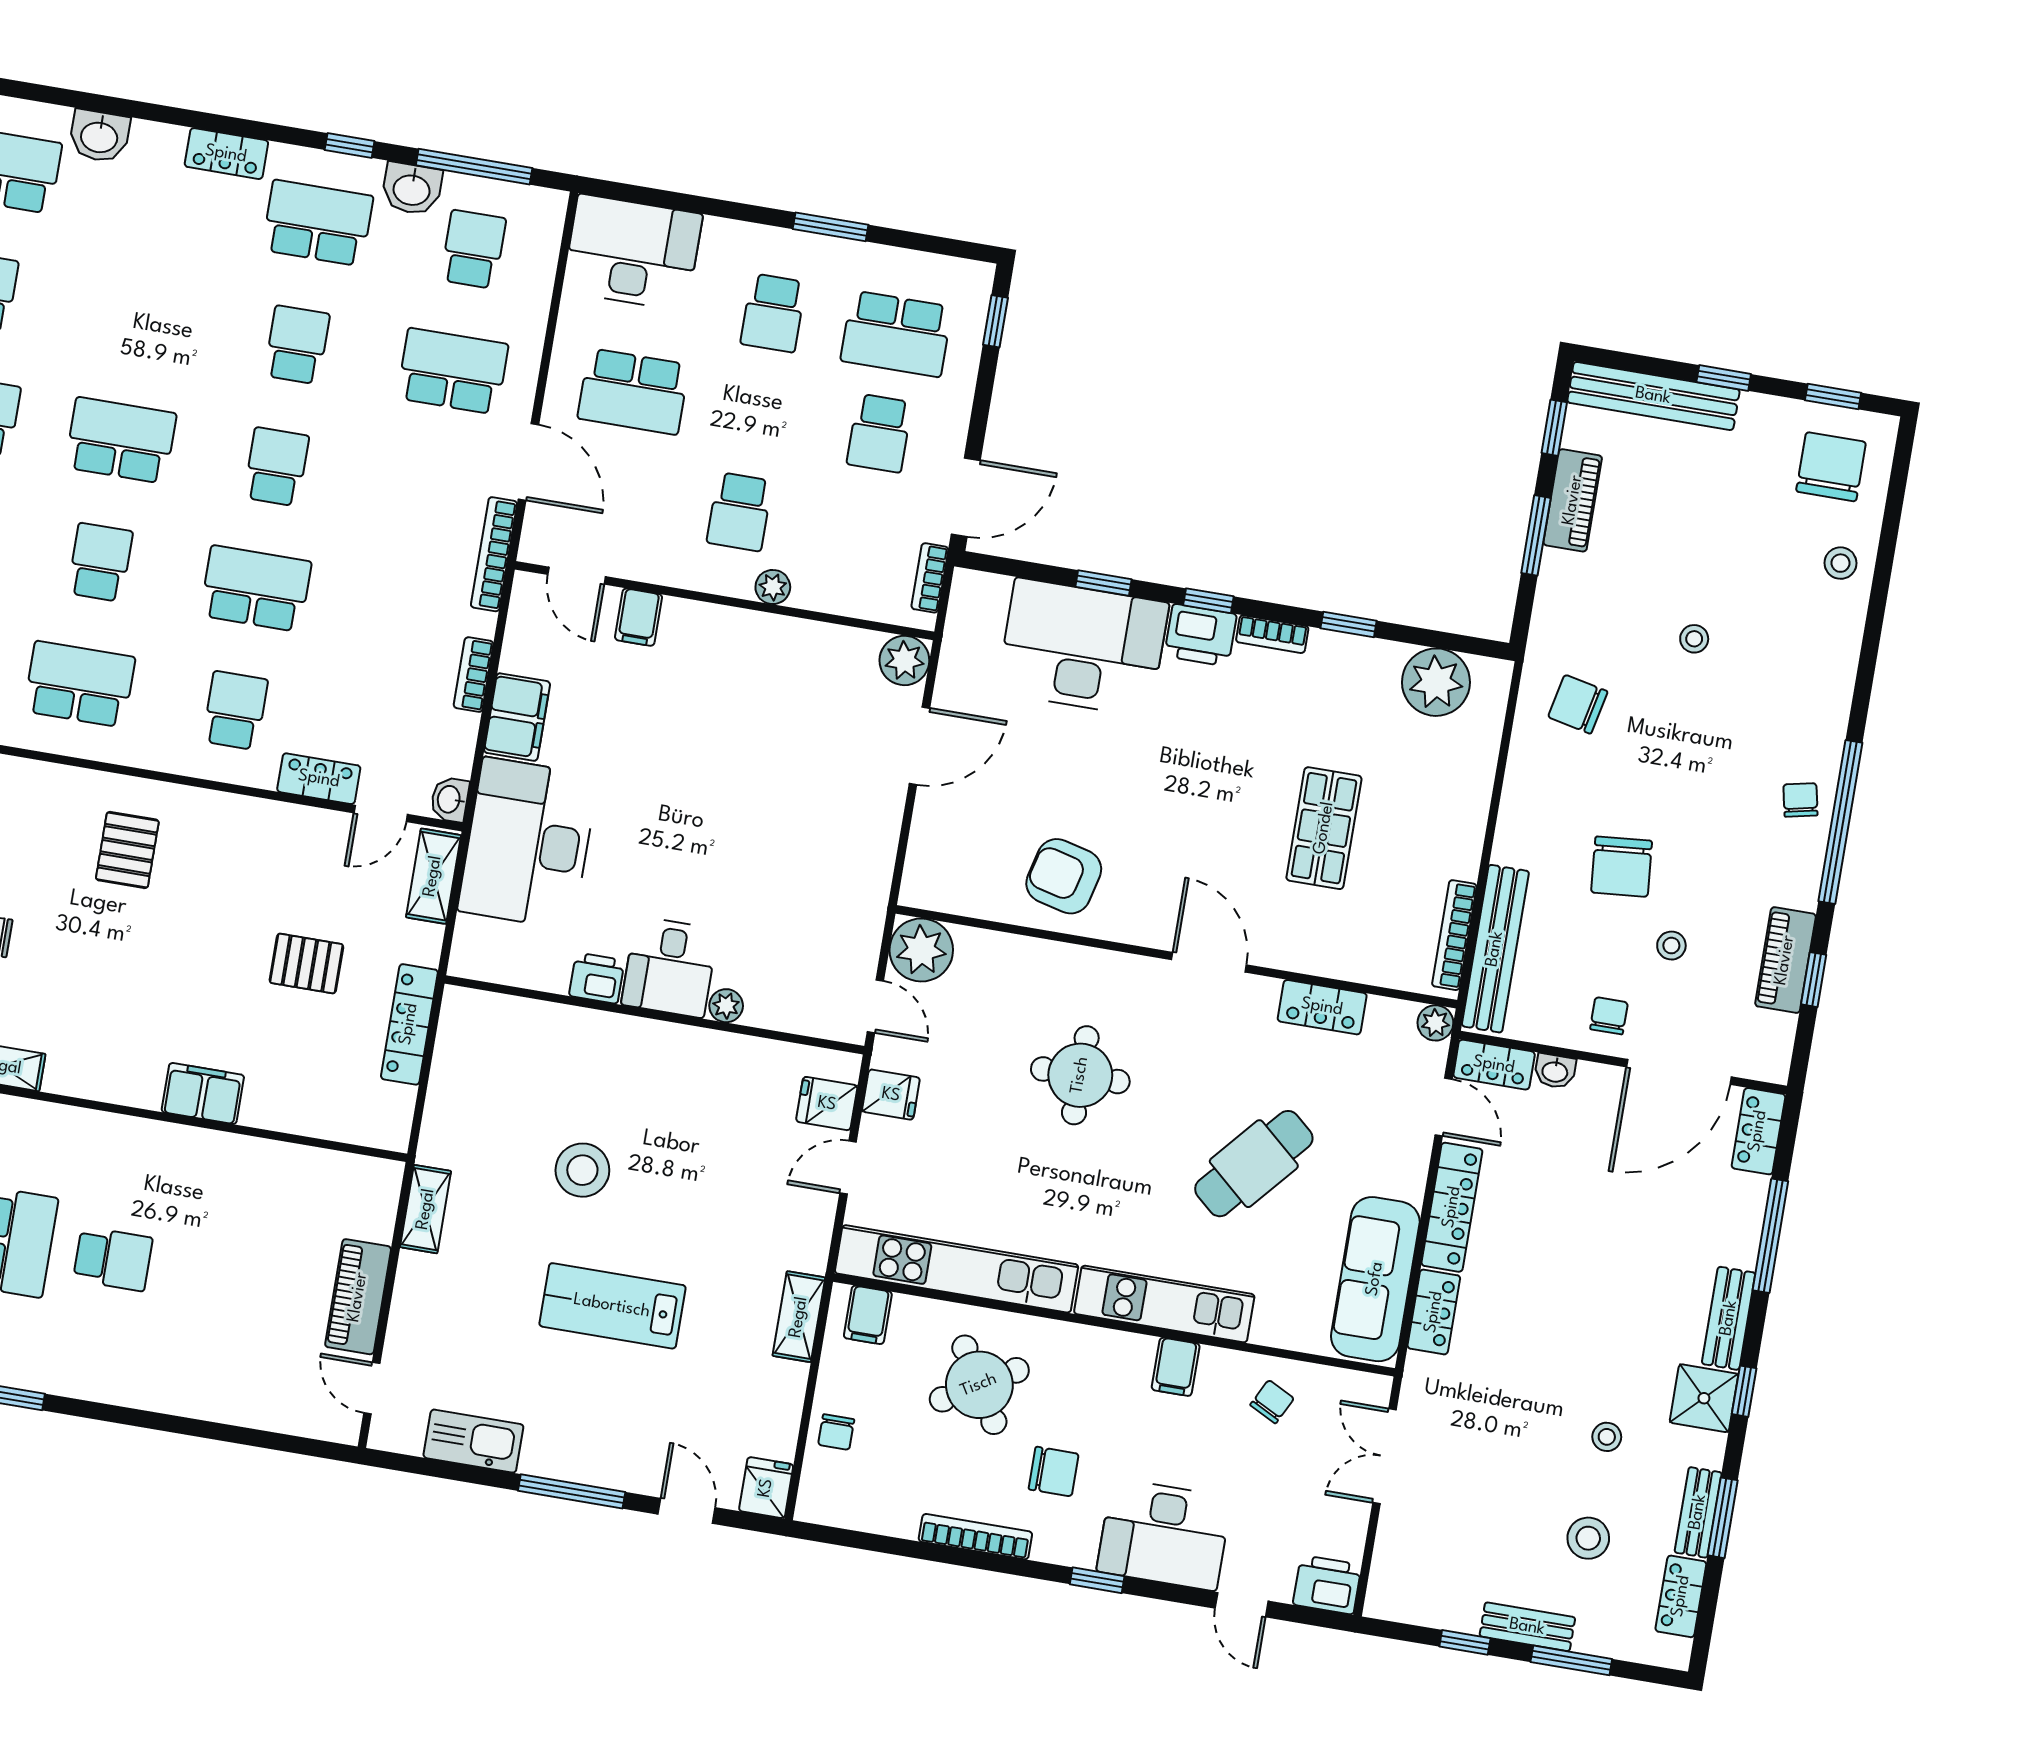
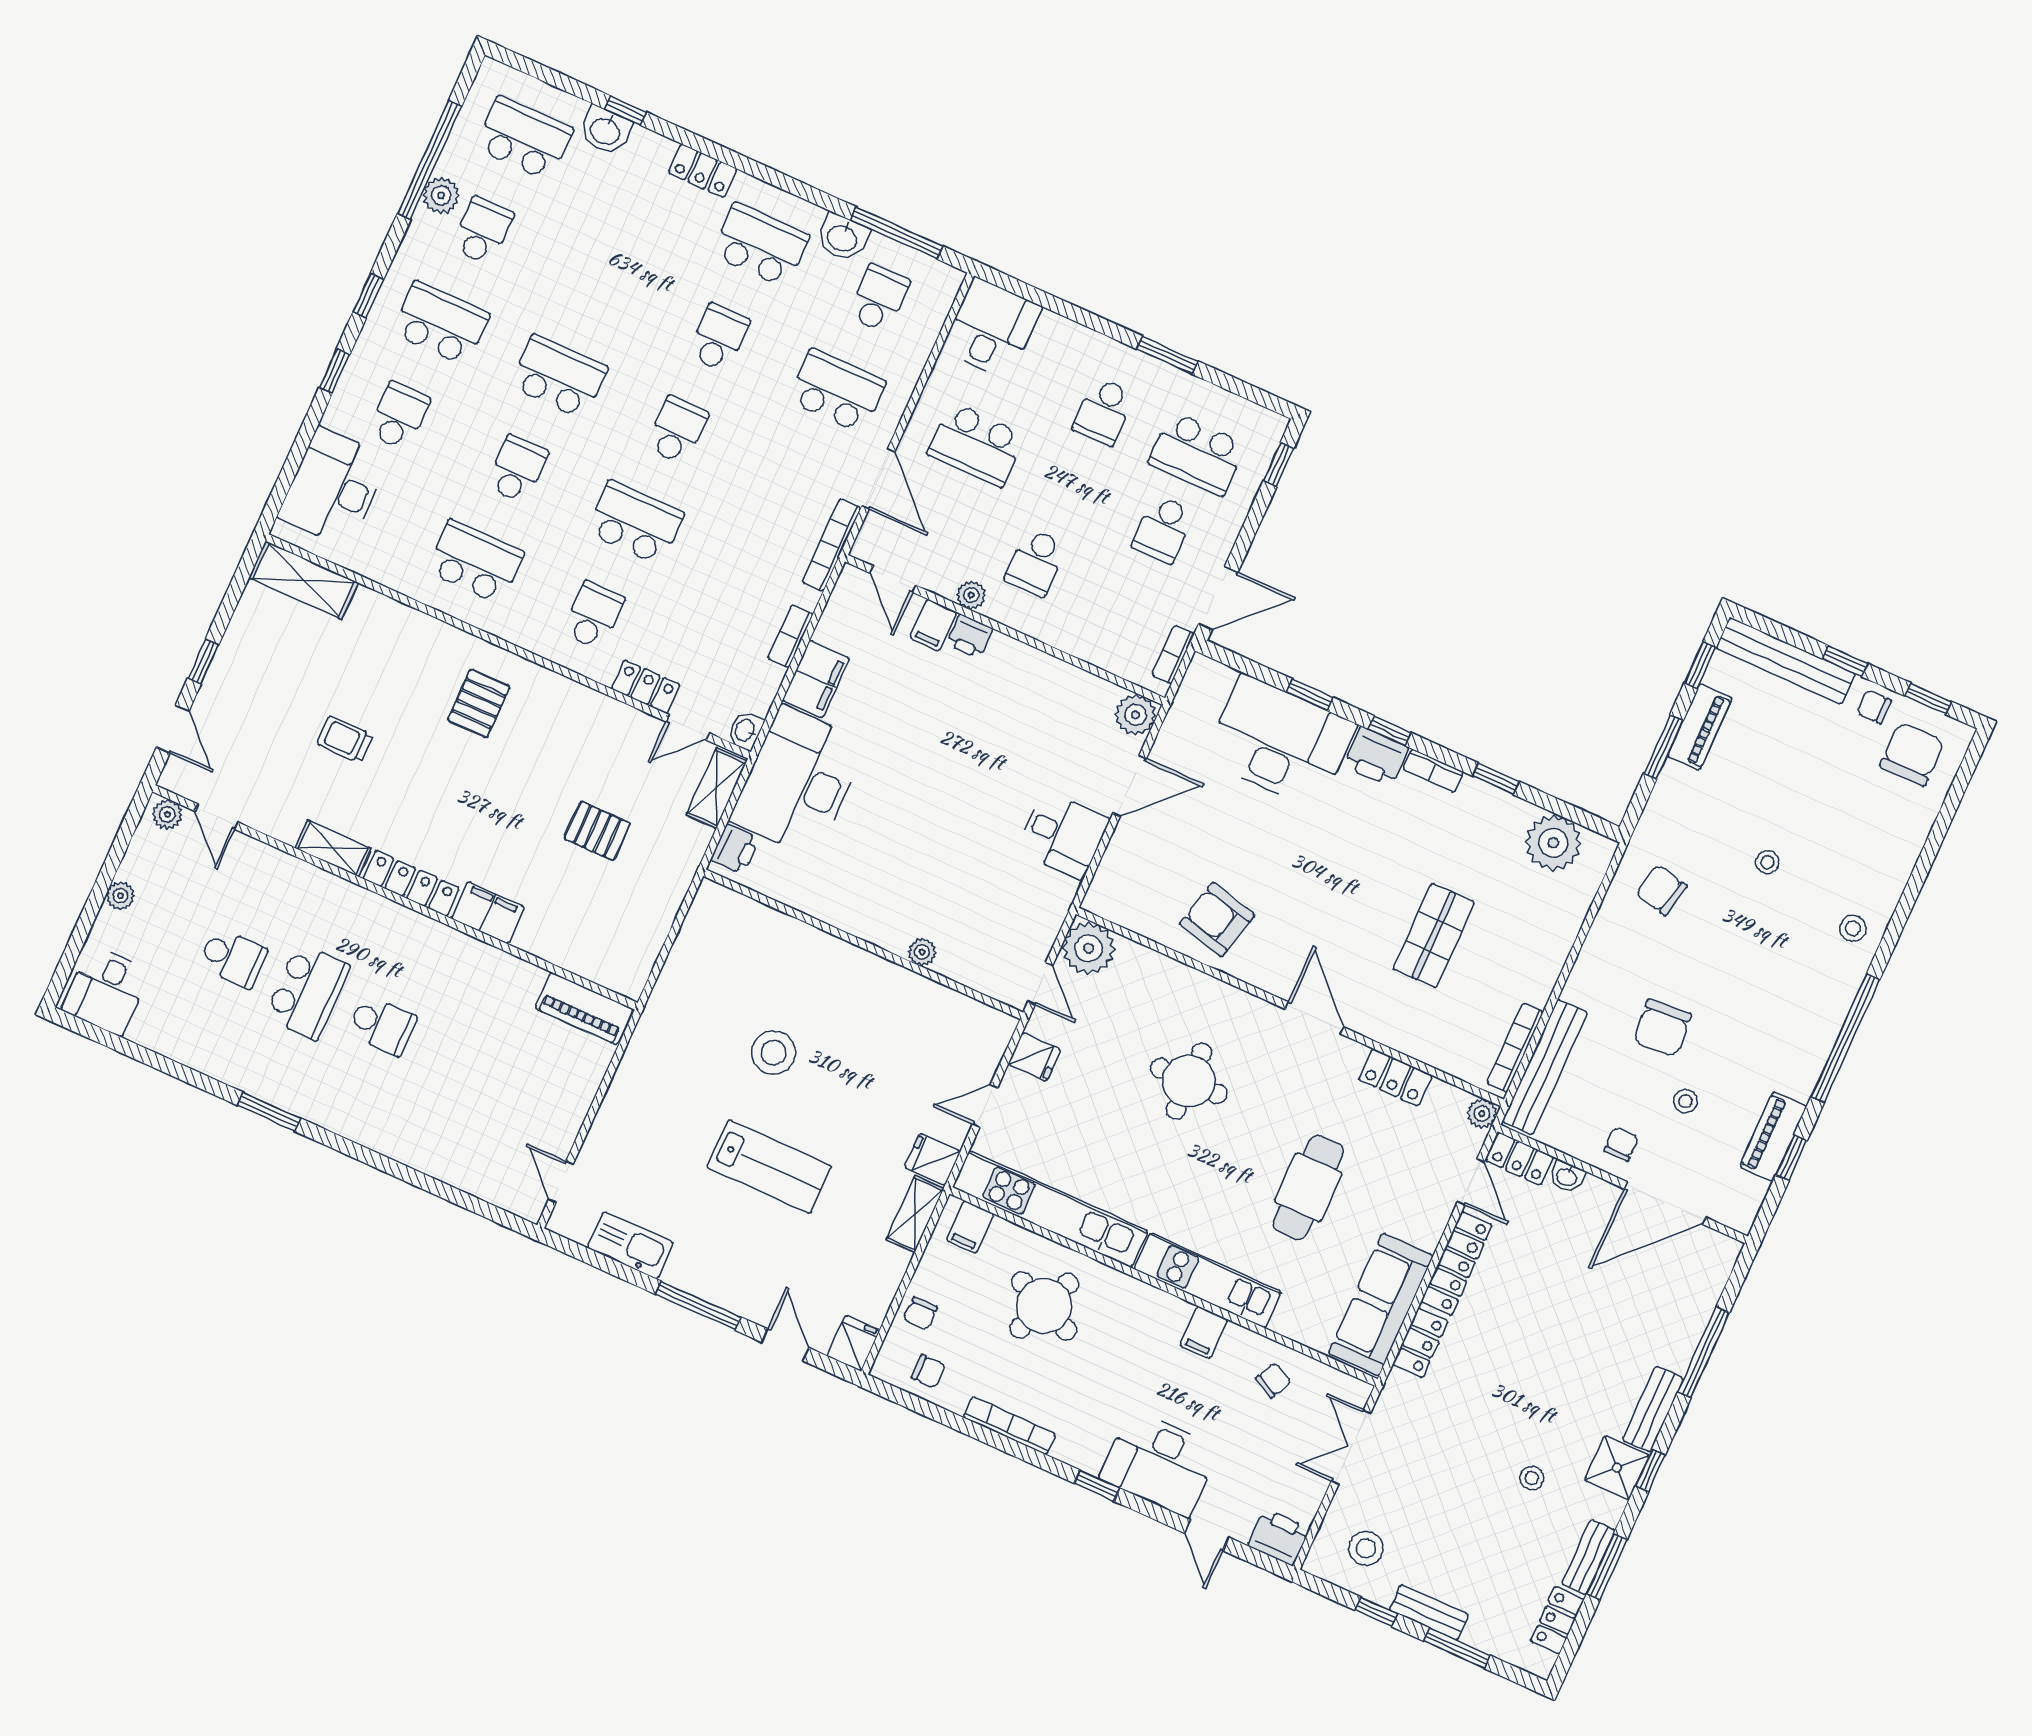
window: (350, 146) -> (626, 111), moved
desk: (632, 253) -> (992, 328), width x0.73
stool: (1841, 563) -> (1853, 928), moved
plant: (773, 587) -> (971, 595), moved
printer: (685, 619) -> (970, 636), added
chair: (1800, 800) -> (1874, 707), moved, turned -78
desk: (670, 967) -> (1063, 835), moved, turned -90
printer: (597, 978) -> (735, 849), moved, turned 90
locker: (409, 1024) -> (411, 883), moved, turned 90
fridge: (827, 1104) -> (932, 1159), moved
locker: (1758, 1131) -> (1716, 1267), removed
cafe table: (1254, 1164) -> (1308, 1187), turned -41
shelving: (426, 1209) -> (641, 1051), removed
piano: (358, 1297) -> (584, 1009), moved, turned -90
lab bench: (612, 1306) -> (769, 1167), turned 180
round table: (979, 1385) -> (1044, 1306), turned -36
chair: (1054, 1472) -> (928, 1371), moved, width x0.73, depth x0.73
stool: (1588, 1538) -> (1366, 1548), moved

